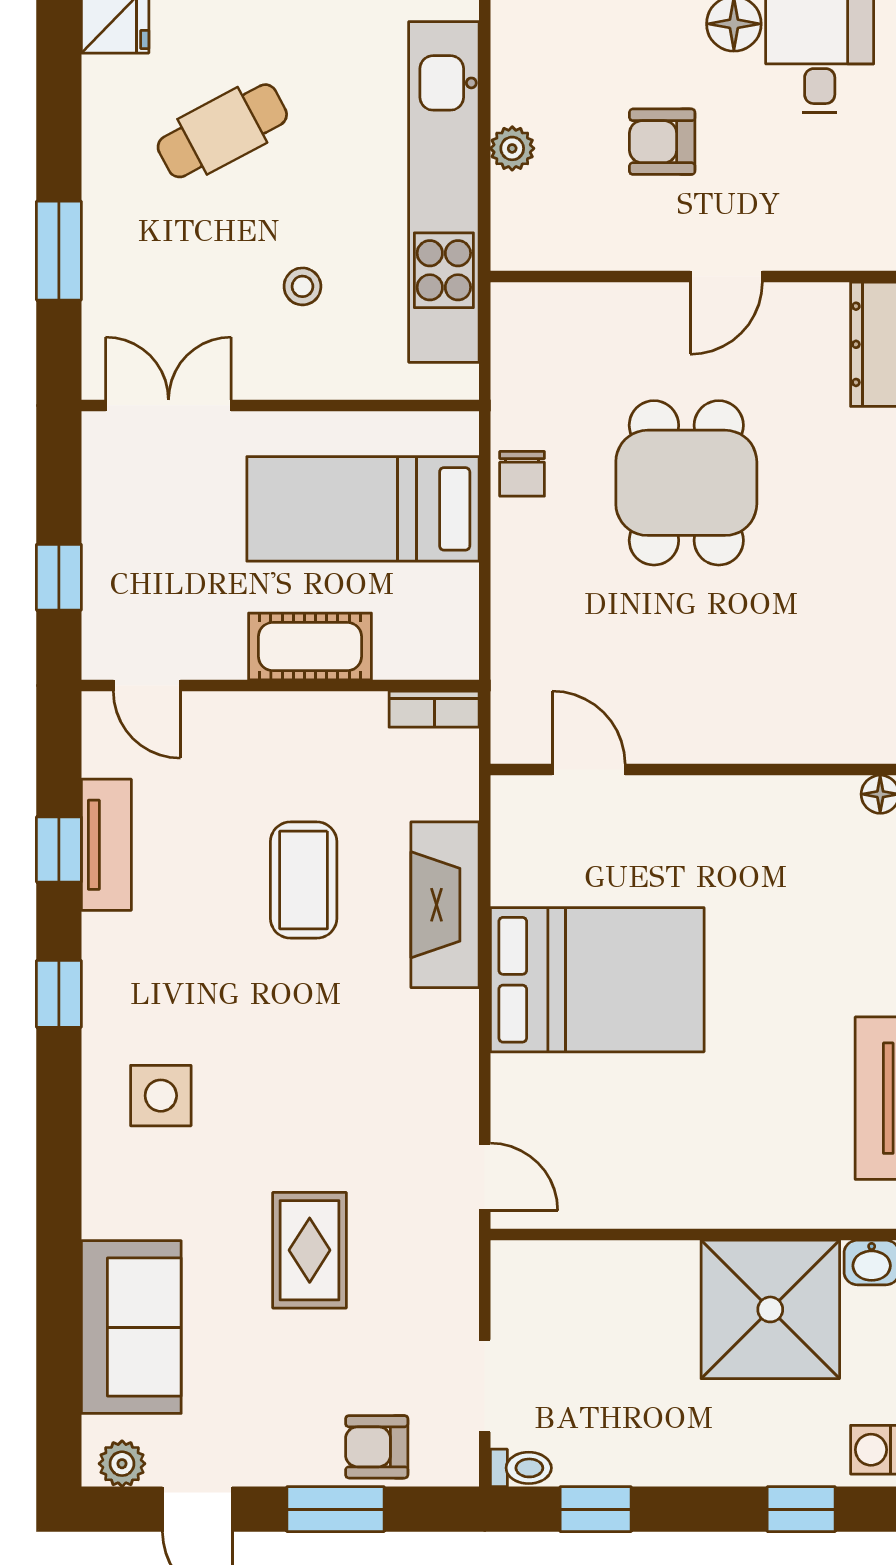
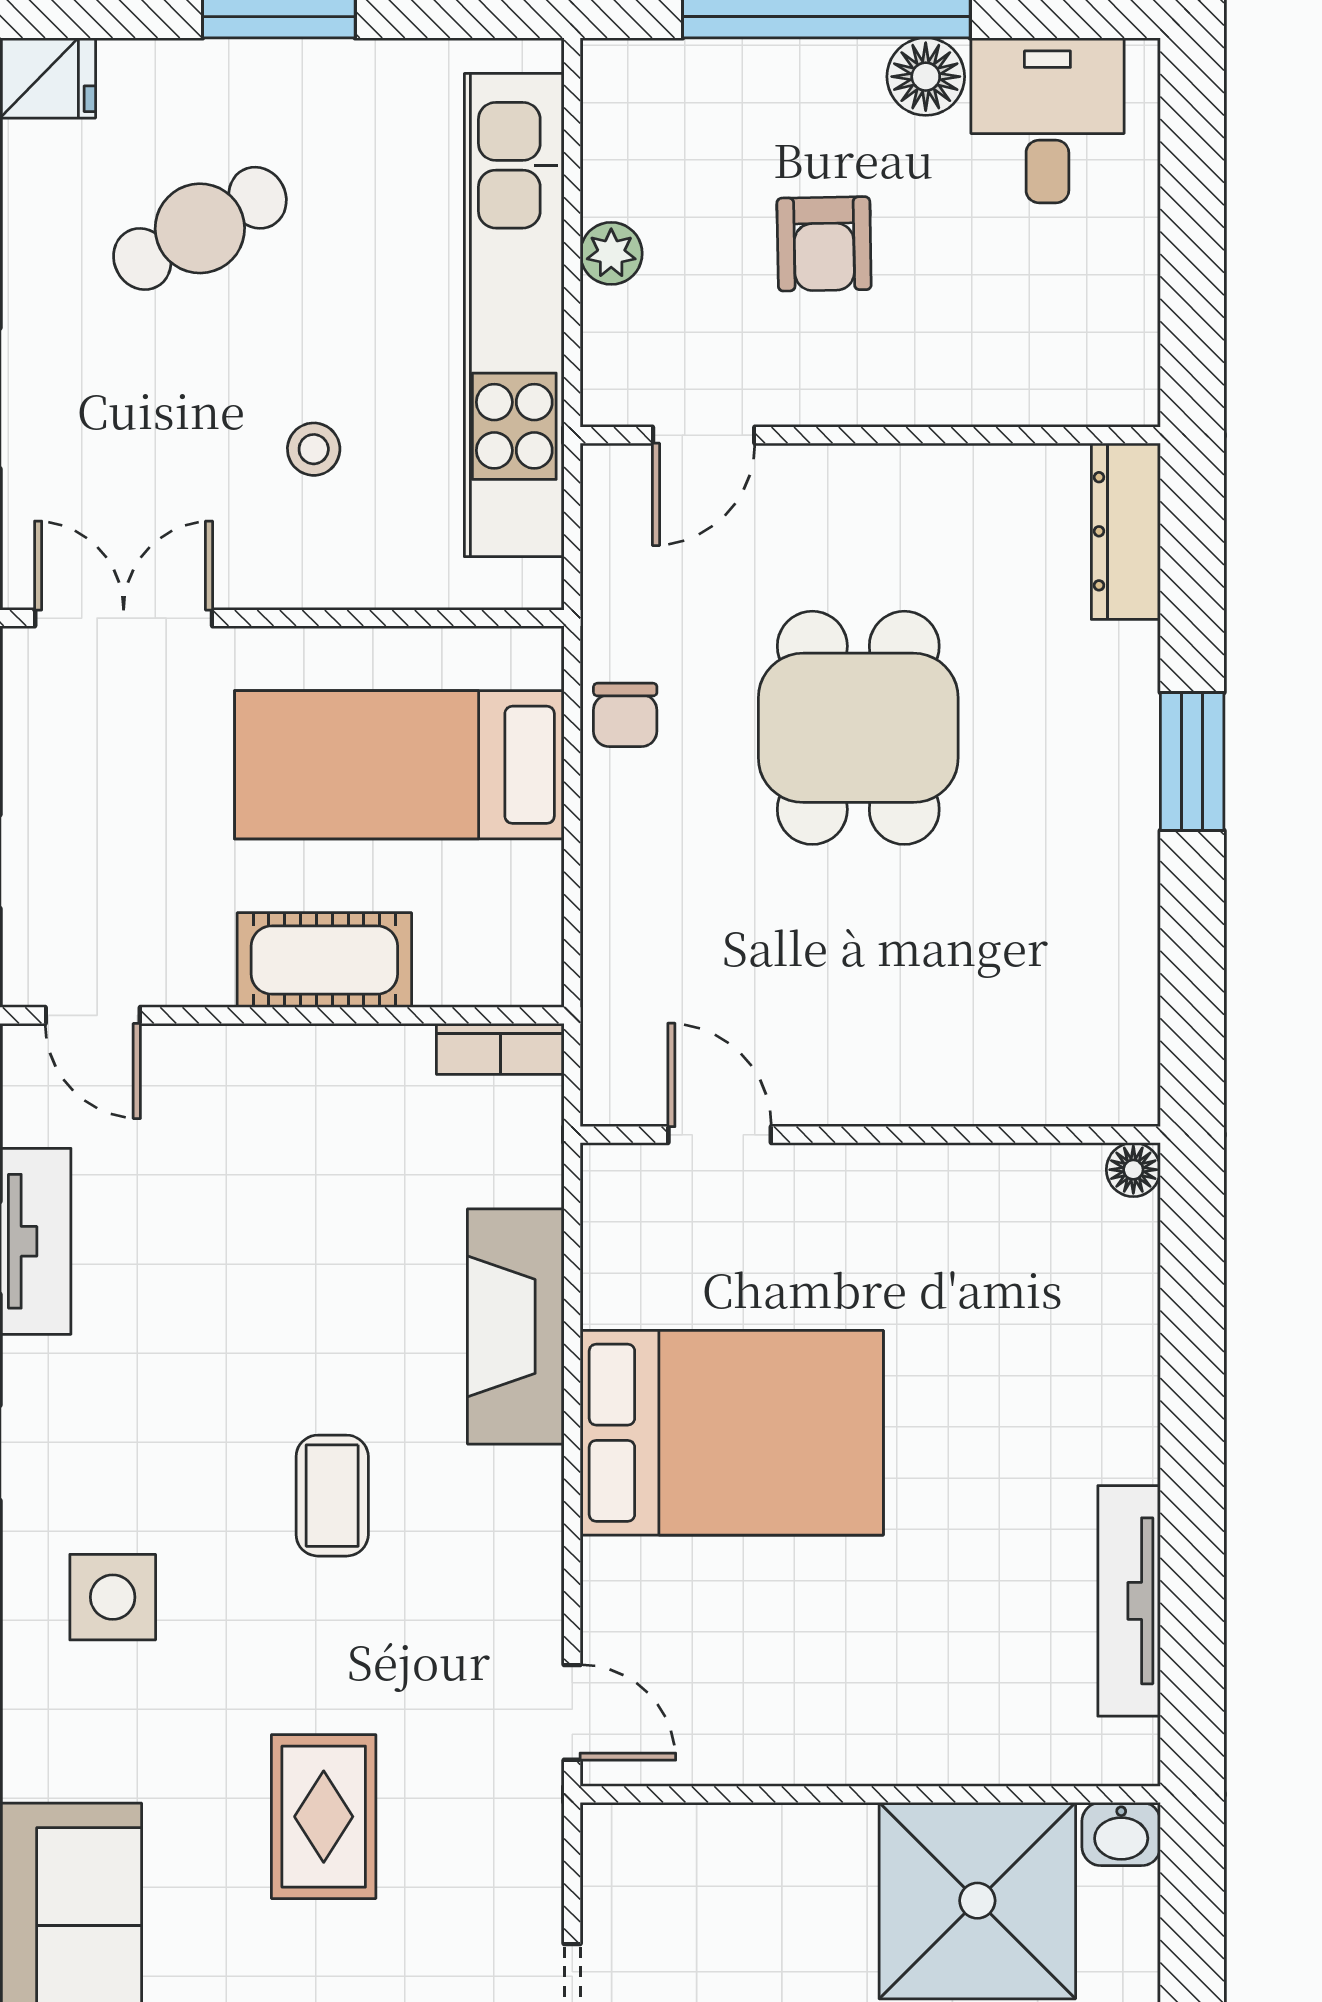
armchair: (662, 142) -> (824, 244), turned -91
door: (726, 277) -> (704, 435), moved
coffee table: (304, 880) -> (332, 1496), moved, width x0.73, depth x0.77

